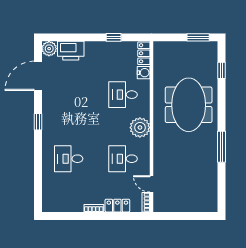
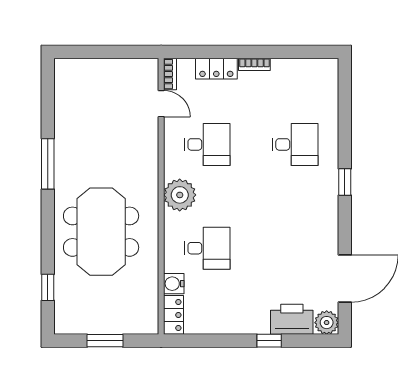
window: (114, 37) -> (269, 341), moved
window: (198, 37) -> (105, 341), moved
window: (38, 122) -> (345, 182), moved

